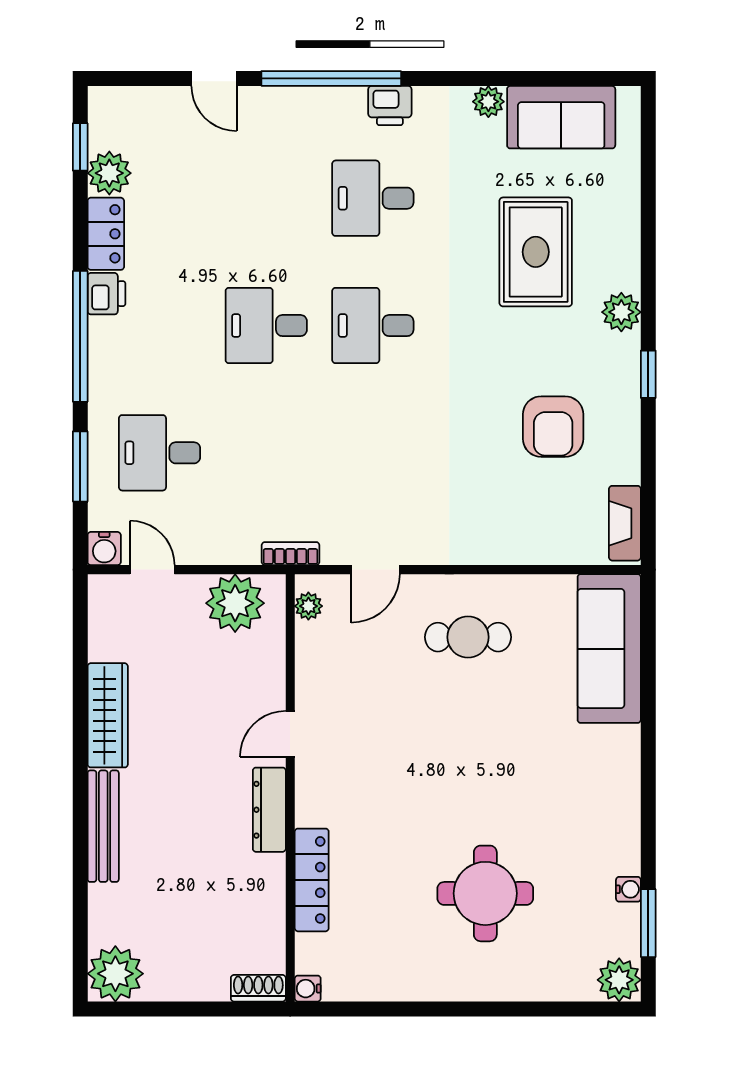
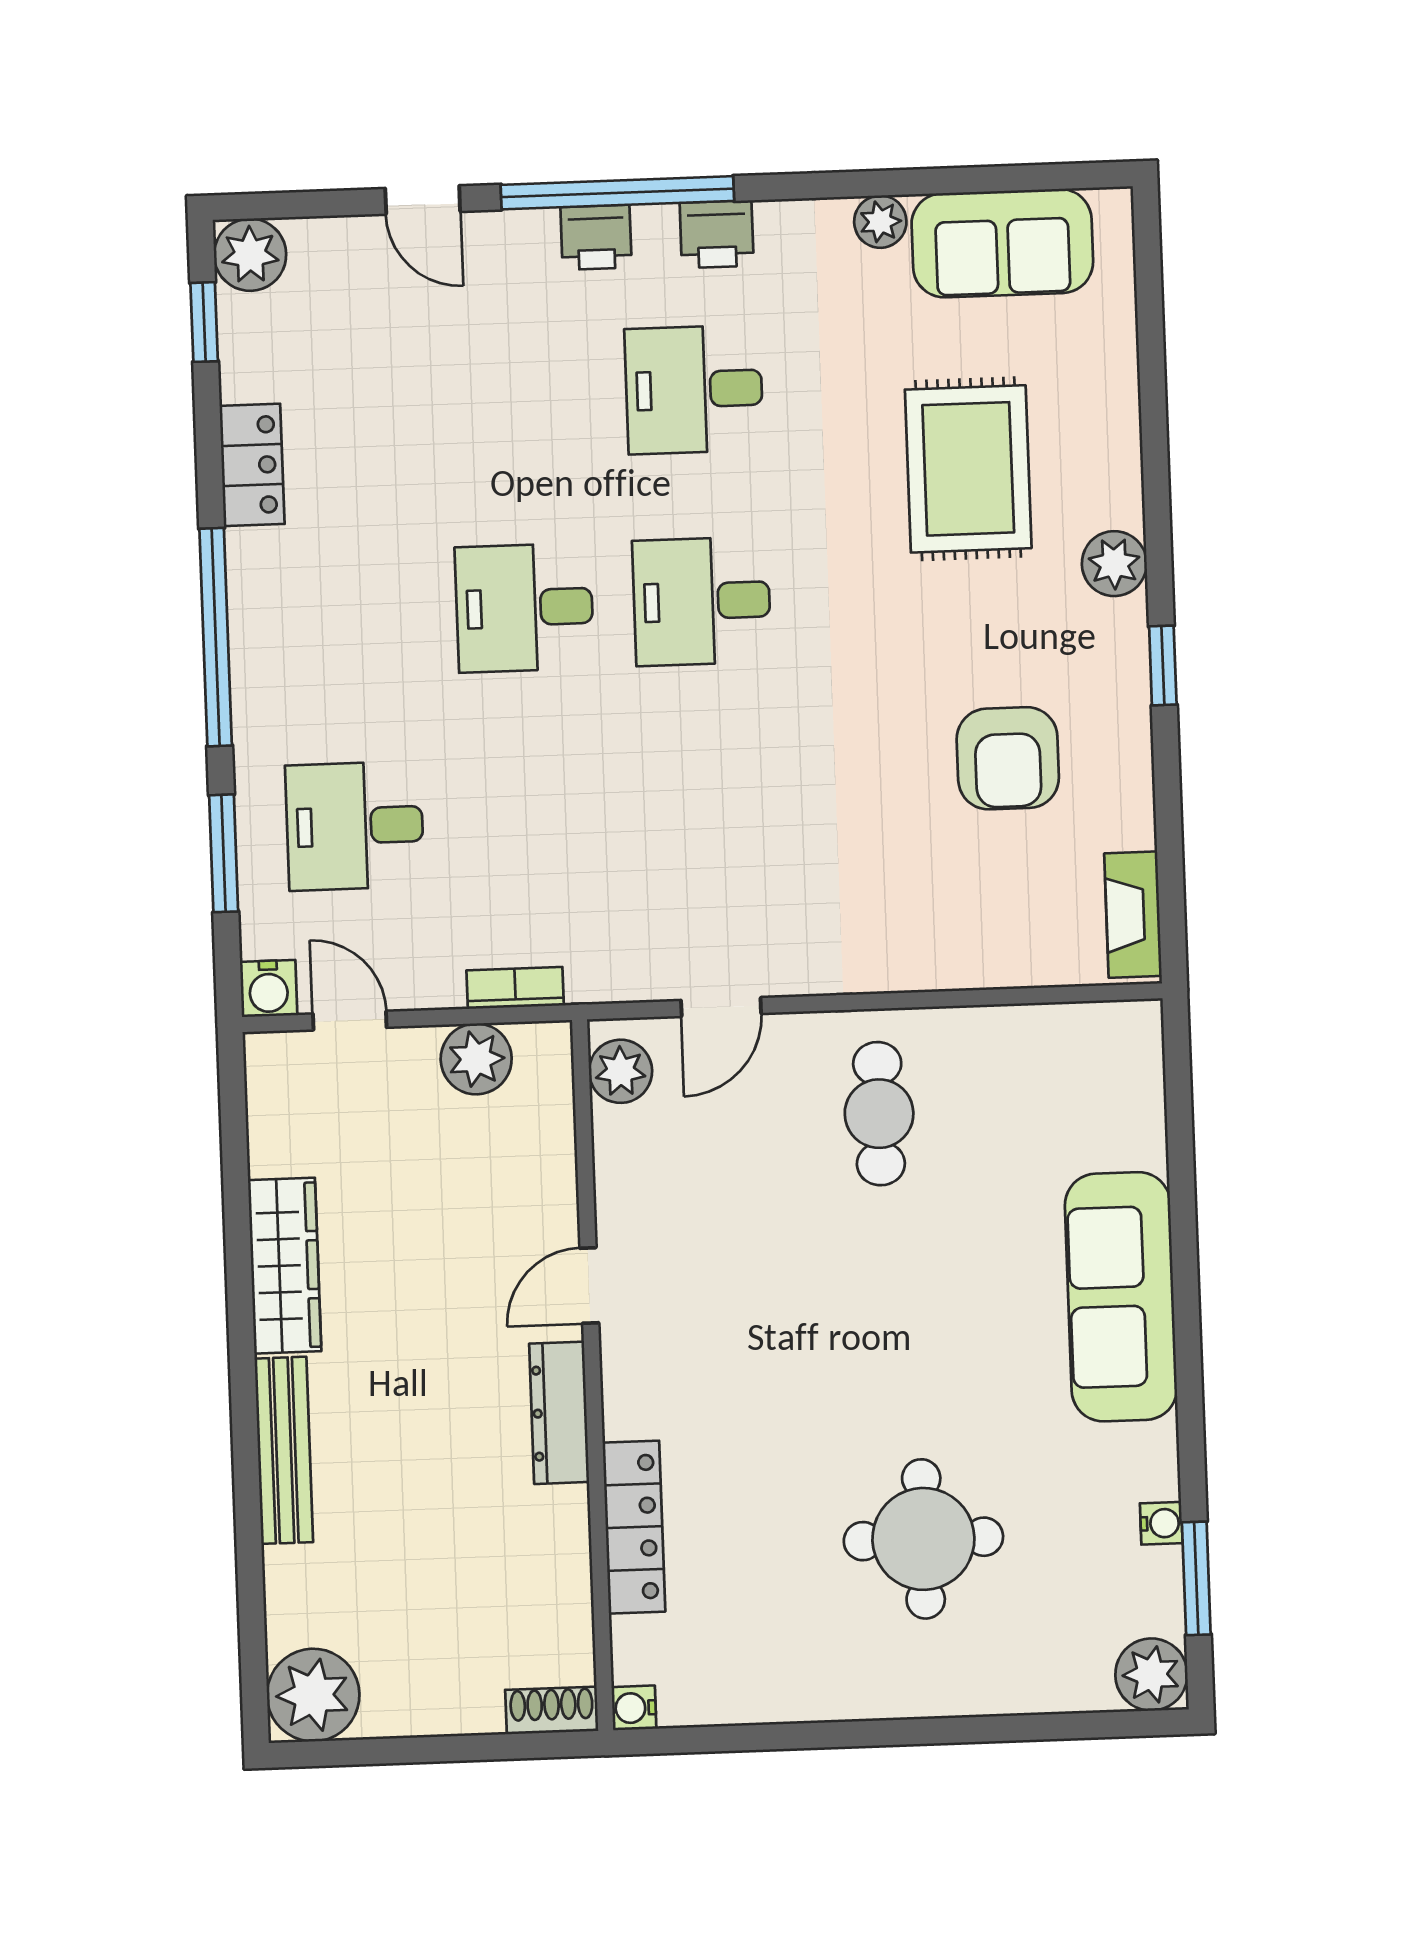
plant: (109, 173) -> (250, 255), moved
printer: (106, 294) -> (596, 237), moved, turned 90
bookcase: (291, 554) -> (515, 988), moved
plant: (235, 603) -> (476, 1059), width x0.73, depth x0.73
plant: (308, 606) -> (620, 1071), width x1.38, depth x1.38
cafe table: (468, 637) -> (879, 1114), turned 90
sofa: (609, 649) -> (1121, 1297), moved

